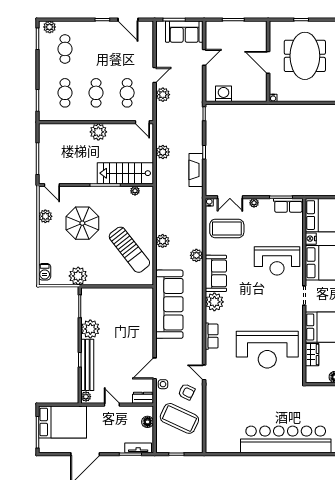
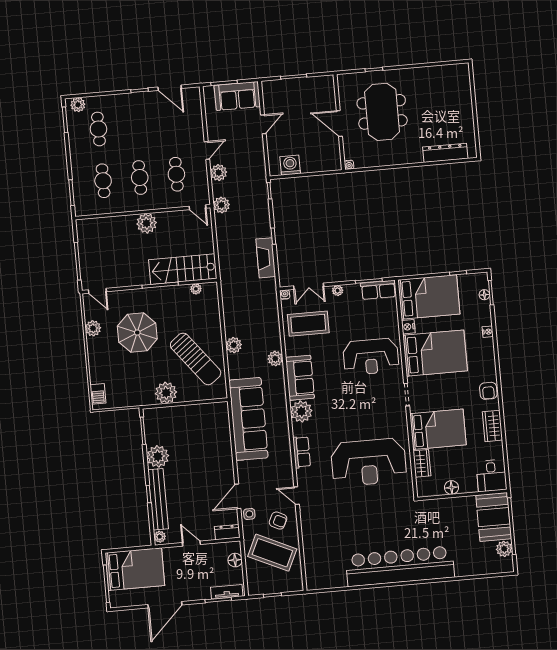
plant: (163, 152) -> (221, 205), moved
plant: (78, 276) -> (166, 393), moved

